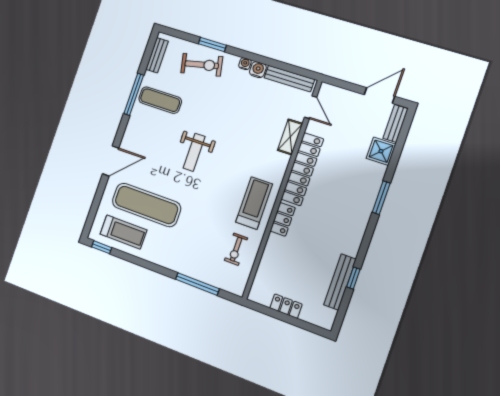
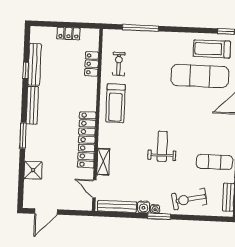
window: (212, 45) -> (159, 216), moved
bench: (395, 124) -> (32, 105), moved, width x1.36
weight bench: (194, 152) -> (162, 146), moved
locker: (283, 219) -> (92, 64), moved

